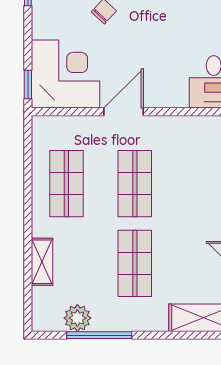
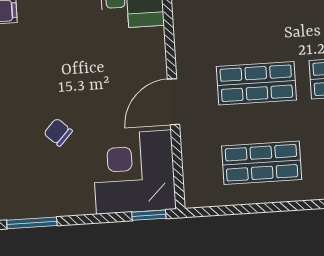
door: (123, 112) -> (174, 102), hinge flipped

